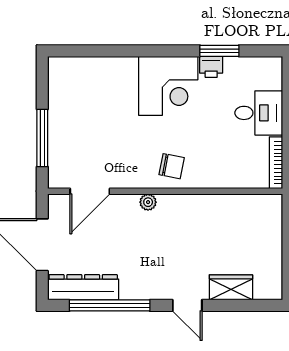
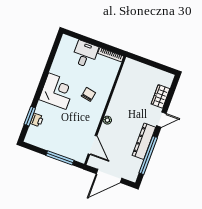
window: (219, 51) -> (30, 116), moved
printer: (211, 67) -> (37, 120), moved
chair: (172, 166) -> (88, 94), moved
dresser: (83, 287) -> (144, 141), moved

